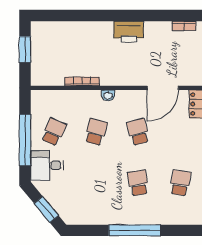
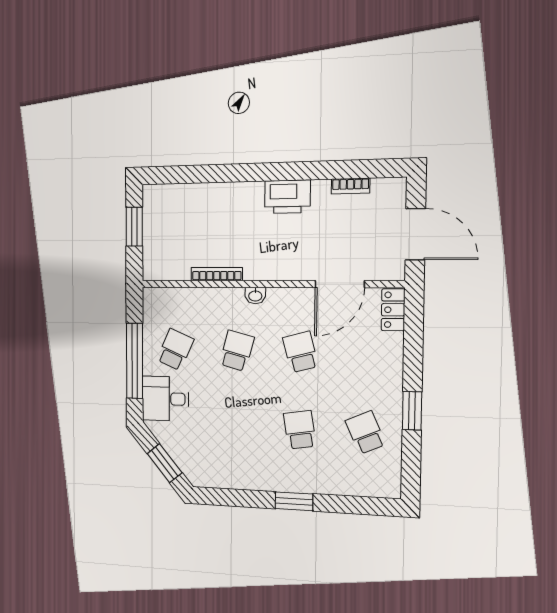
bookcase: (184, 26) -> (351, 186), moved
school desk: (180, 183) -> (365, 433), turned -33
window: (135, 230) -> (294, 501), width x0.47

